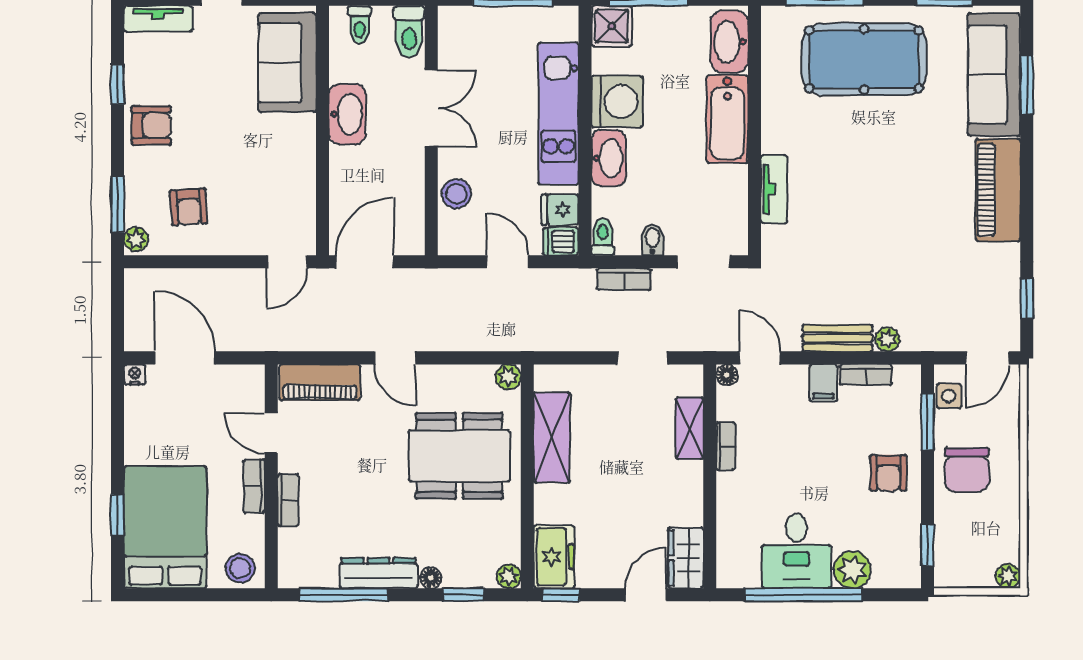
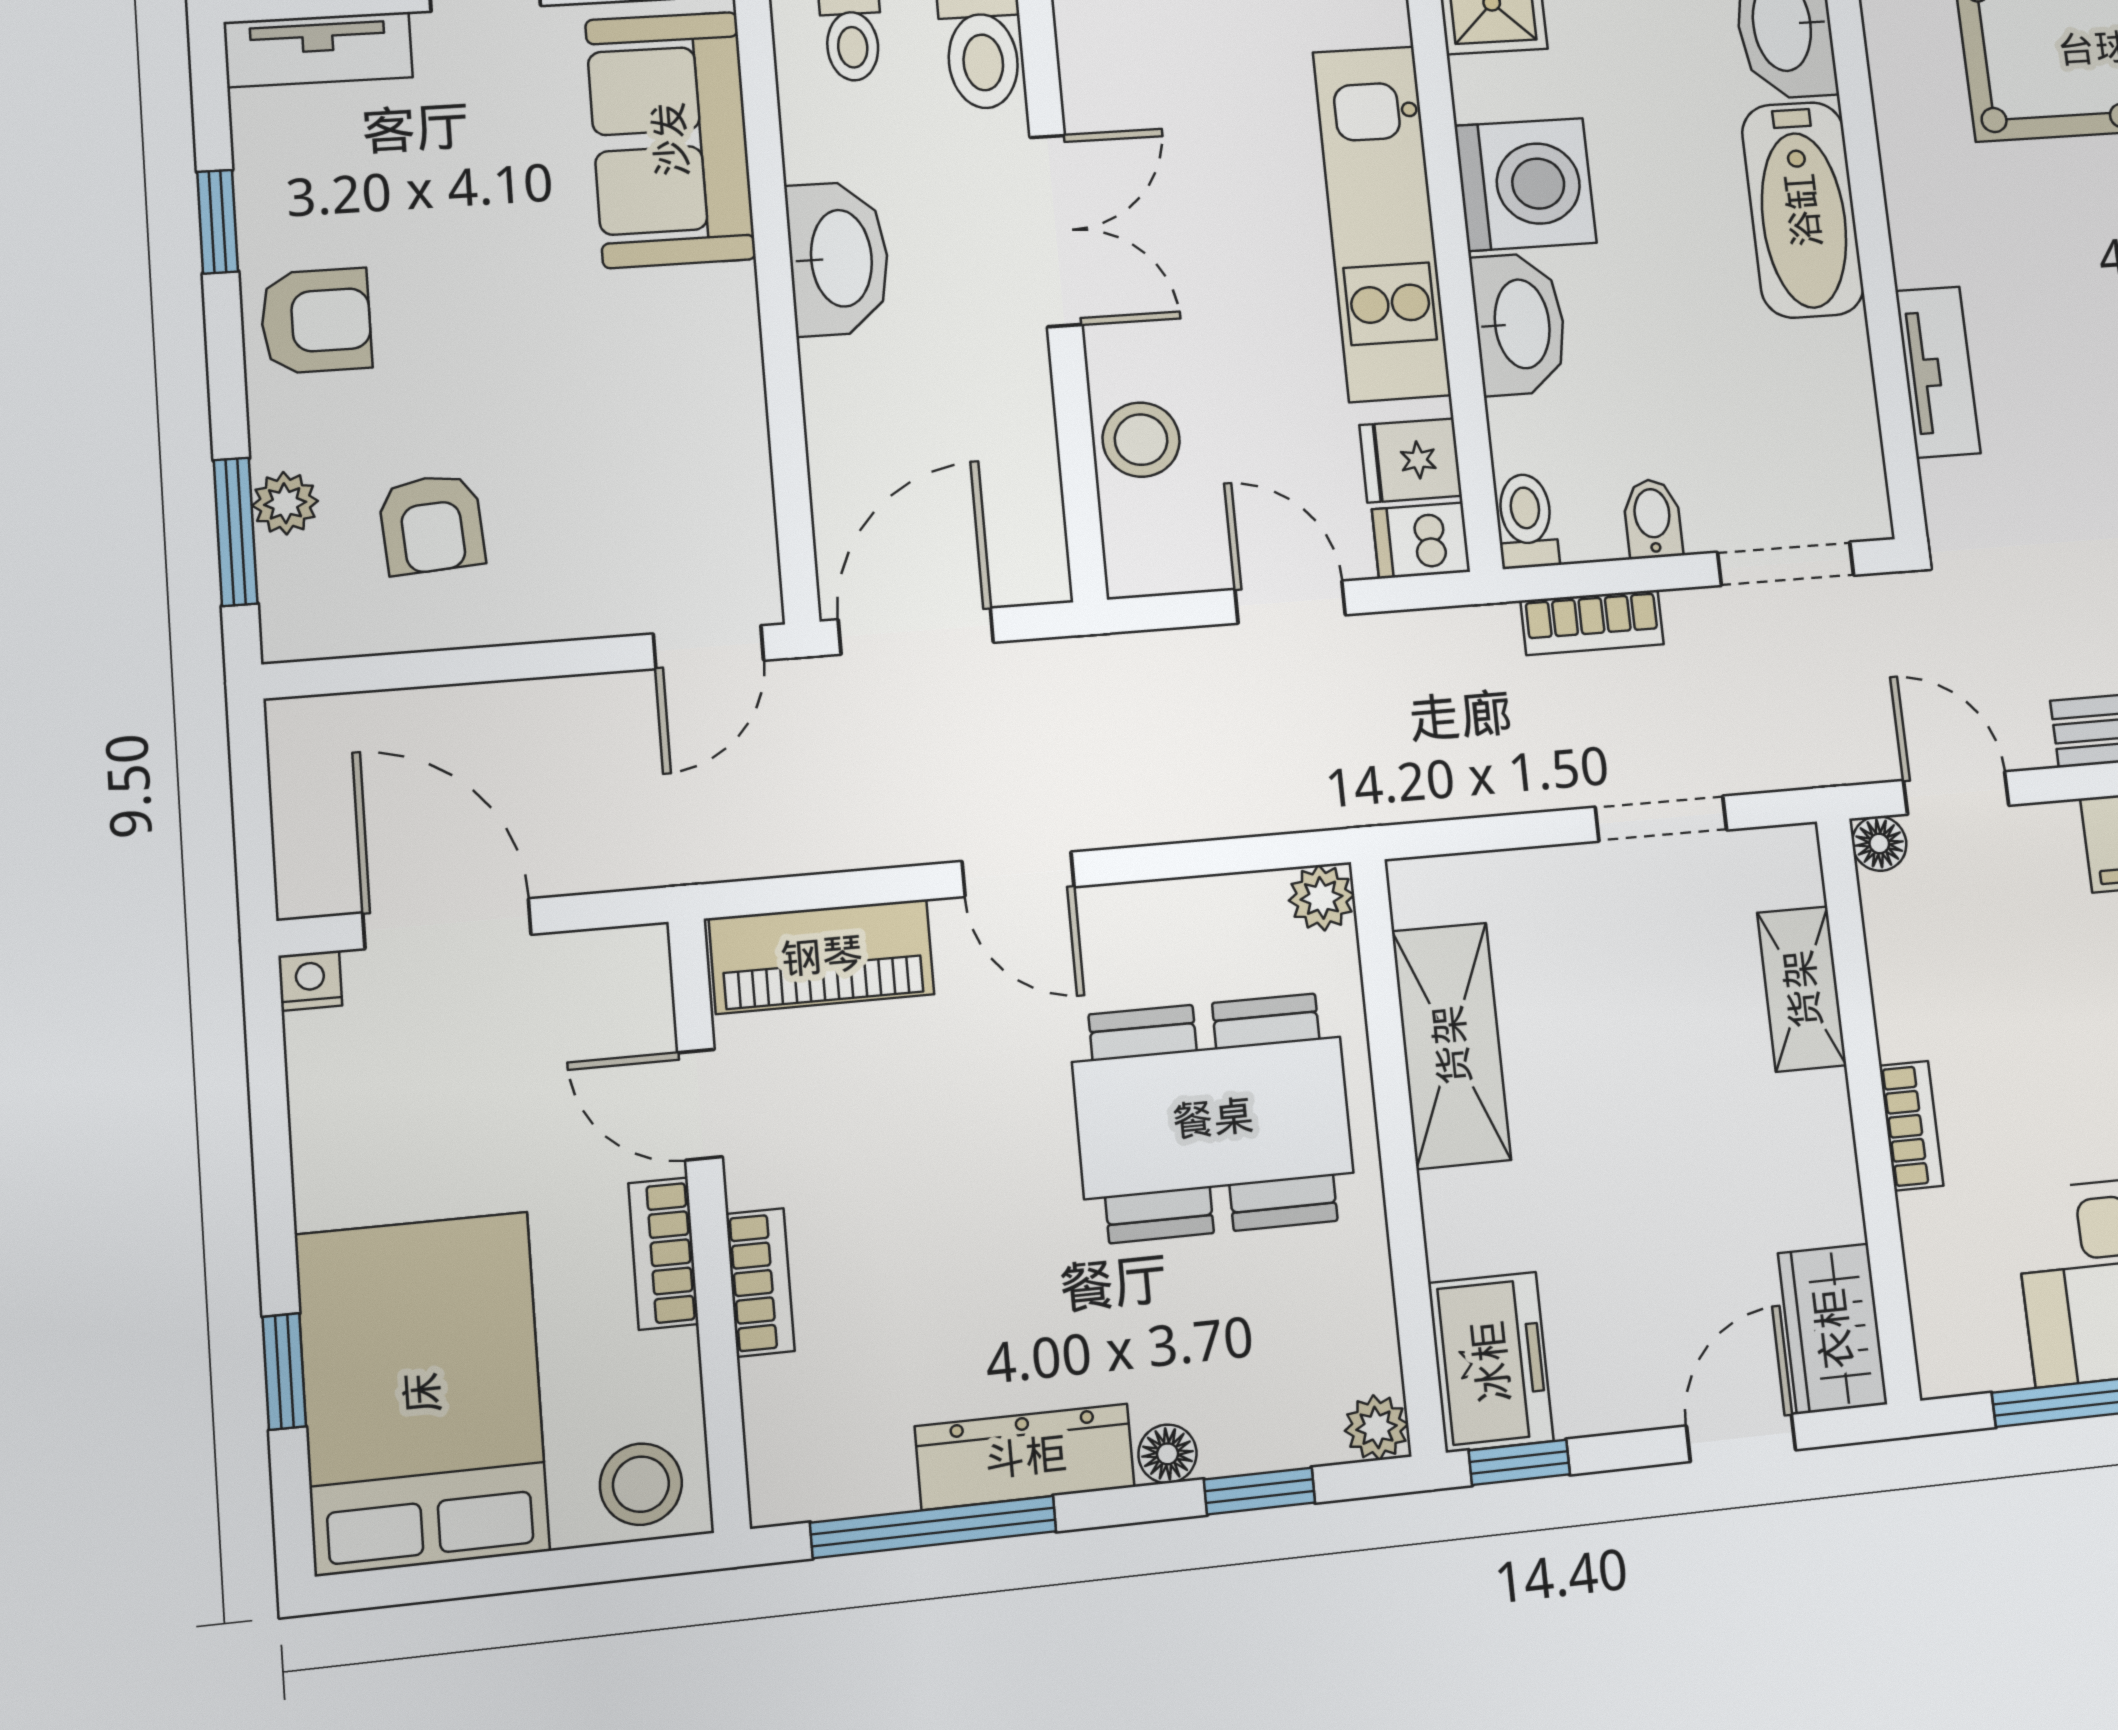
plant: (136, 239) -> (285, 503), moved
bookcase: (726, 446) -> (1911, 1126), moved

